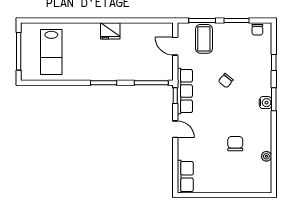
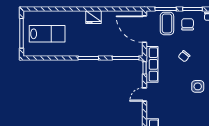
door: (175, 46) -> (144, 29), width x1.87
lab bench: (51, 52) -> (47, 34), turned -90
side table: (243, 119) -> (198, 86), added
door: (175, 129) -> (144, 94), swing flipped
chair: (235, 144) -> (188, 24), moved

